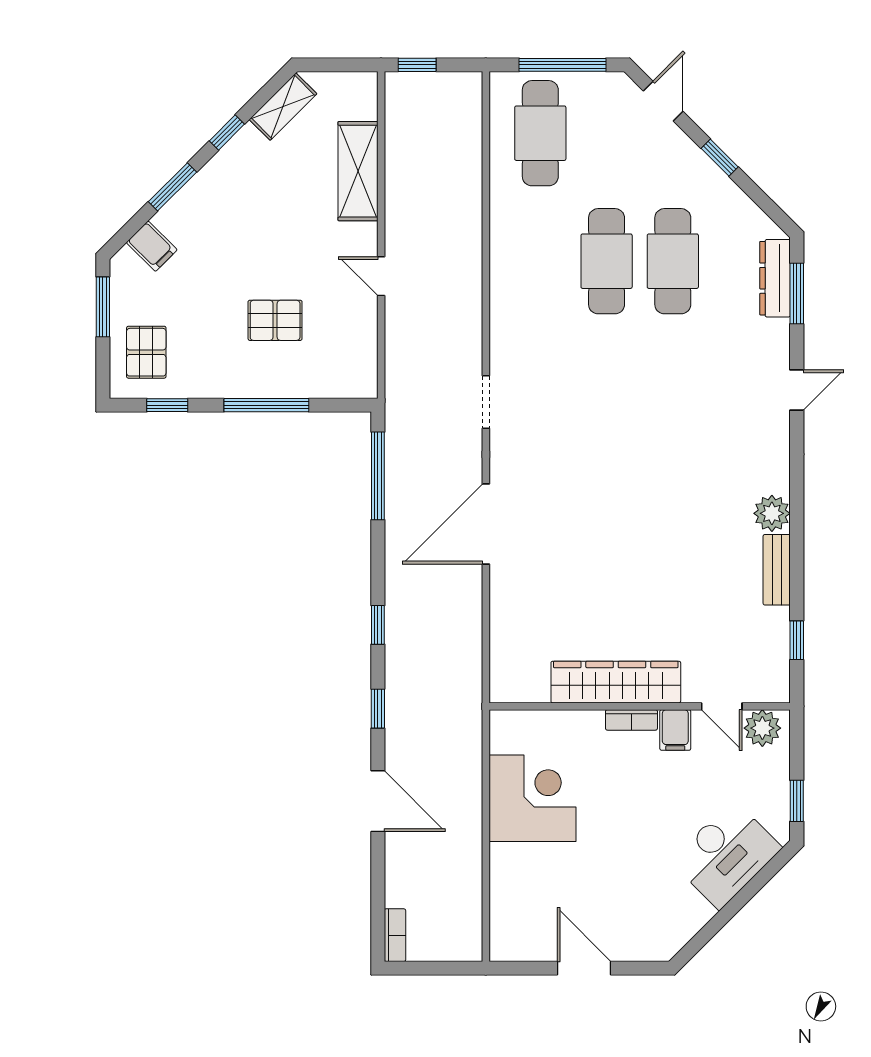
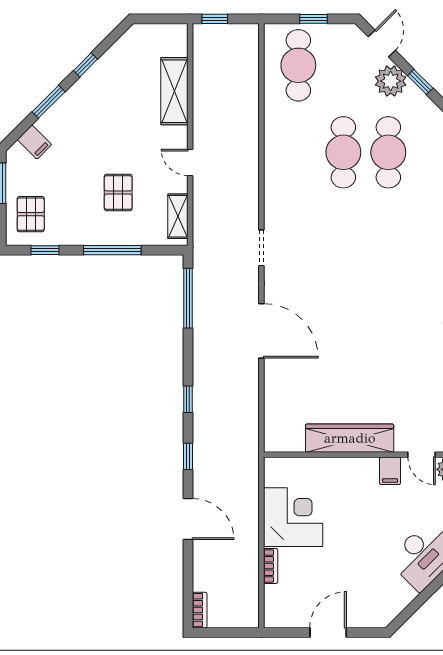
window: (563, 65) -> (313, 19), width x0.46
shelving: (283, 107) -> (178, 216), moved, turned -45
plant: (676, 156) -> (391, 81), added
pallet: (275, 320) -> (118, 192), turned 90
door: (486, 524) -> (261, 331), swing flipped
bookcase: (631, 720) -> (271, 566), moved, turned -90
door: (584, 968) -> (328, 633), hinge flipped

